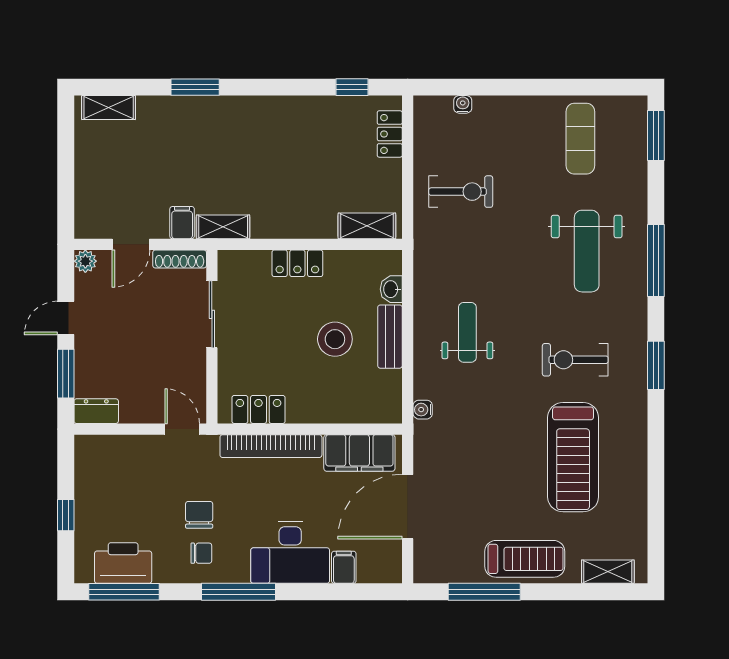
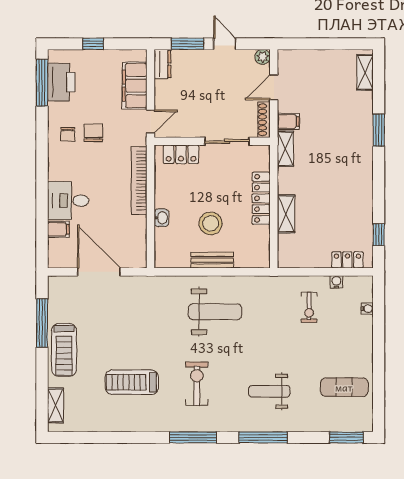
exercise bike: (461, 192) -> (309, 307), width x0.73, depth x0.72
shelving: (367, 226) -> (286, 214), moved
door: (131, 244) -> (274, 87), hinge flipped
weight bench: (587, 251) -> (269, 391), width x0.73, depth x0.75
locker: (297, 263) -> (261, 198), width x1.53
washbasin: (391, 289) -> (161, 218), moved, turned 90
weight bench: (467, 332) -> (215, 312), width x1.36, depth x1.33
window: (656, 365) -> (193, 437), width x1.44
locker: (258, 409) -> (181, 154), moved, turned 90
water cooler: (423, 410) -> (336, 282), moved
filing cabinet: (359, 453) -> (135, 86), moved
treadmill: (573, 457) -> (132, 382), width x0.73, depth x0.73
chair: (199, 515) -> (93, 133), turned -90
desk: (290, 553) -> (68, 201), width x0.73
window: (239, 592) -> (42, 159), removed

